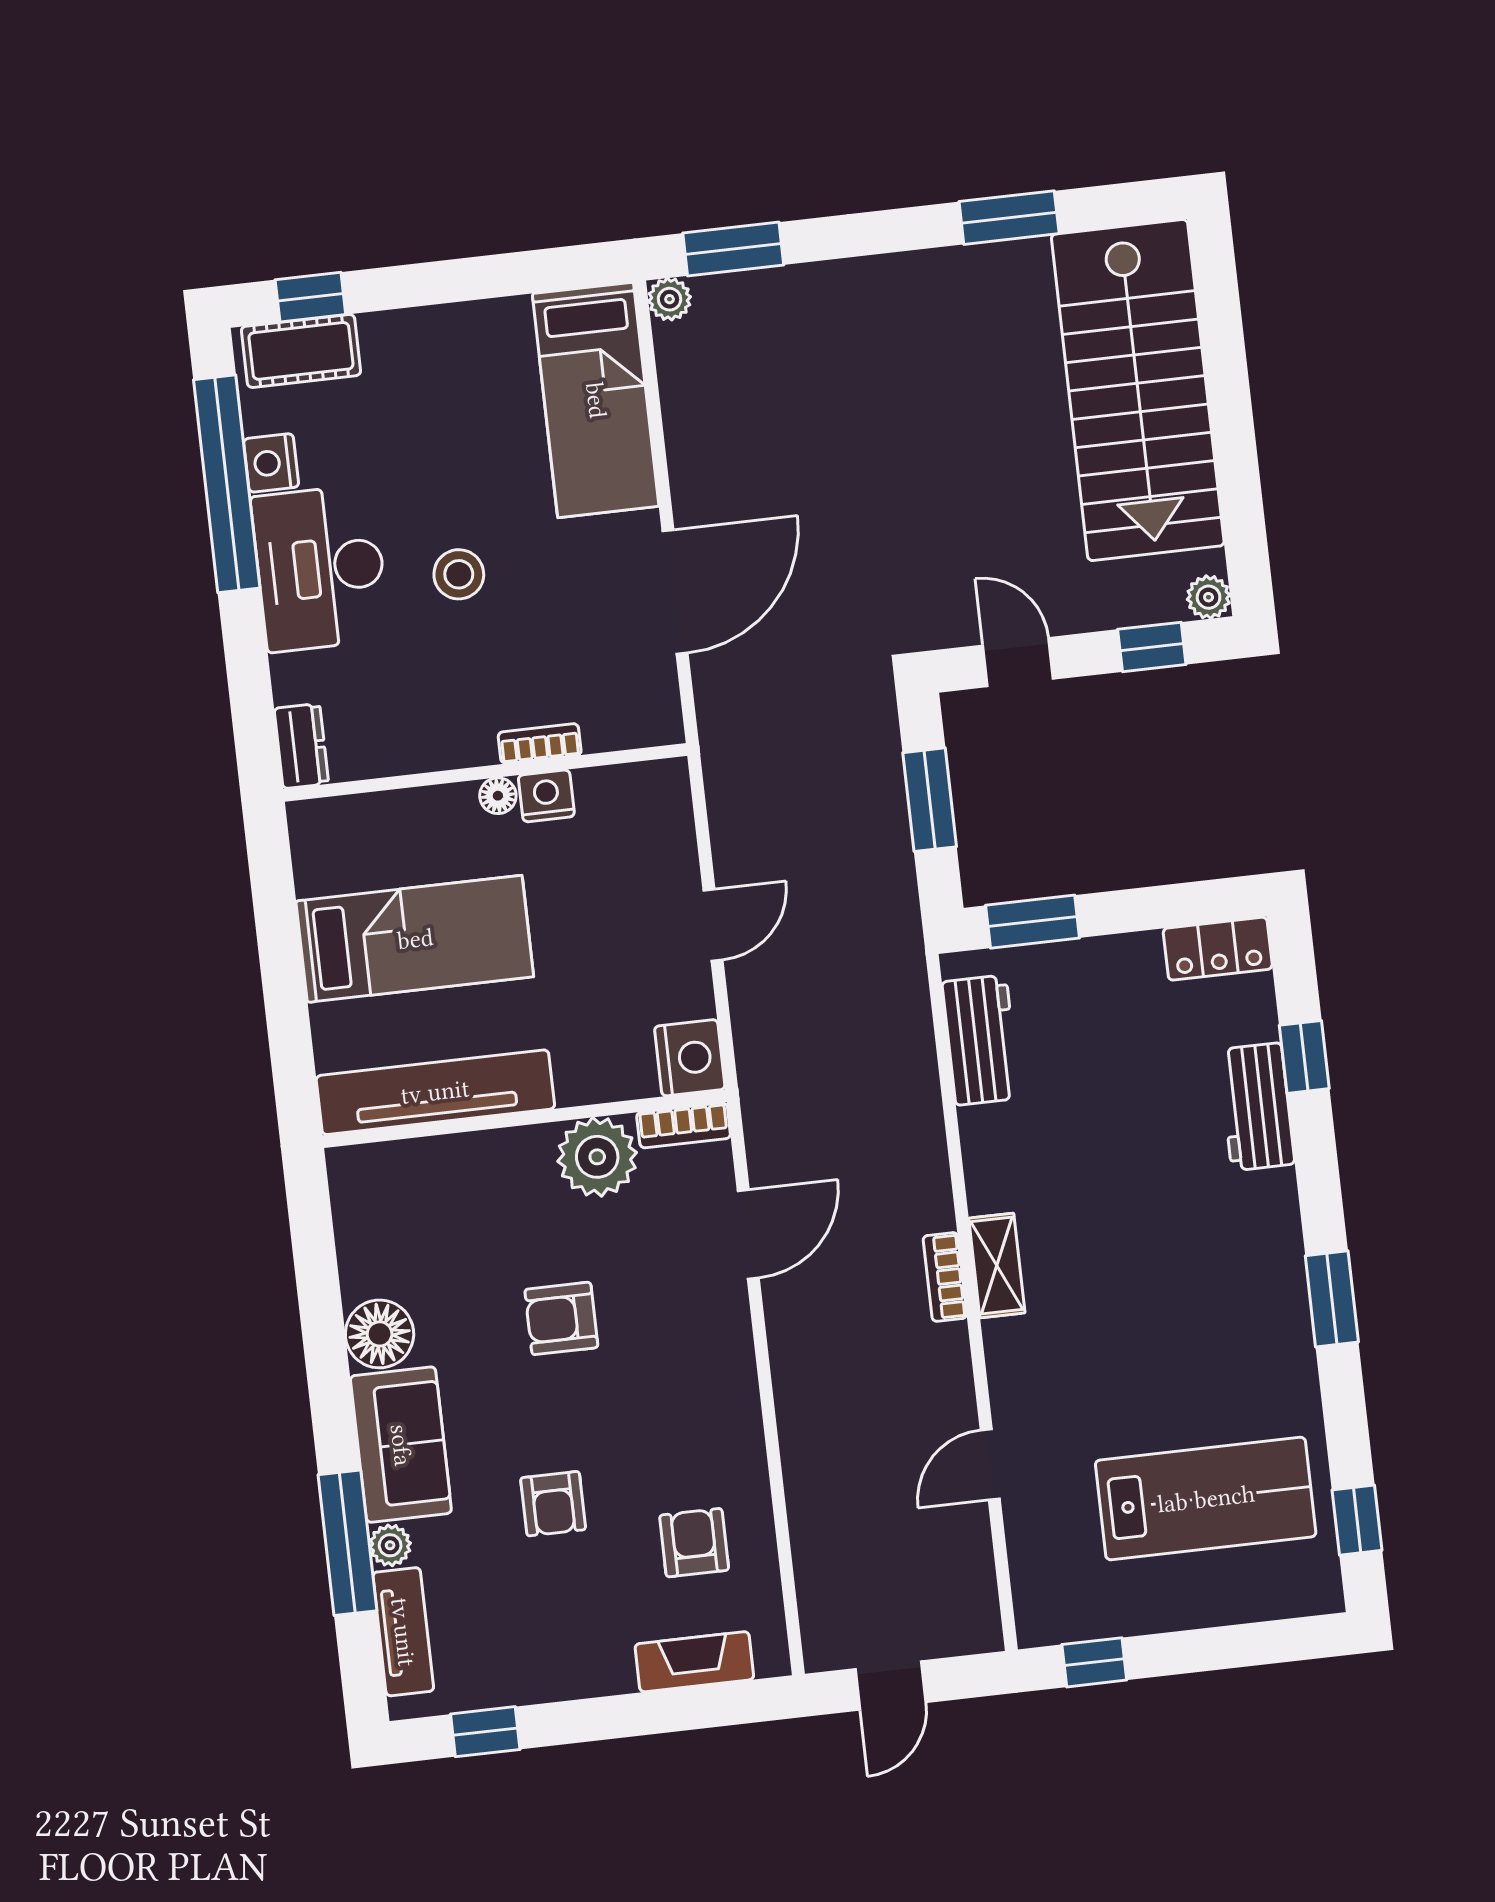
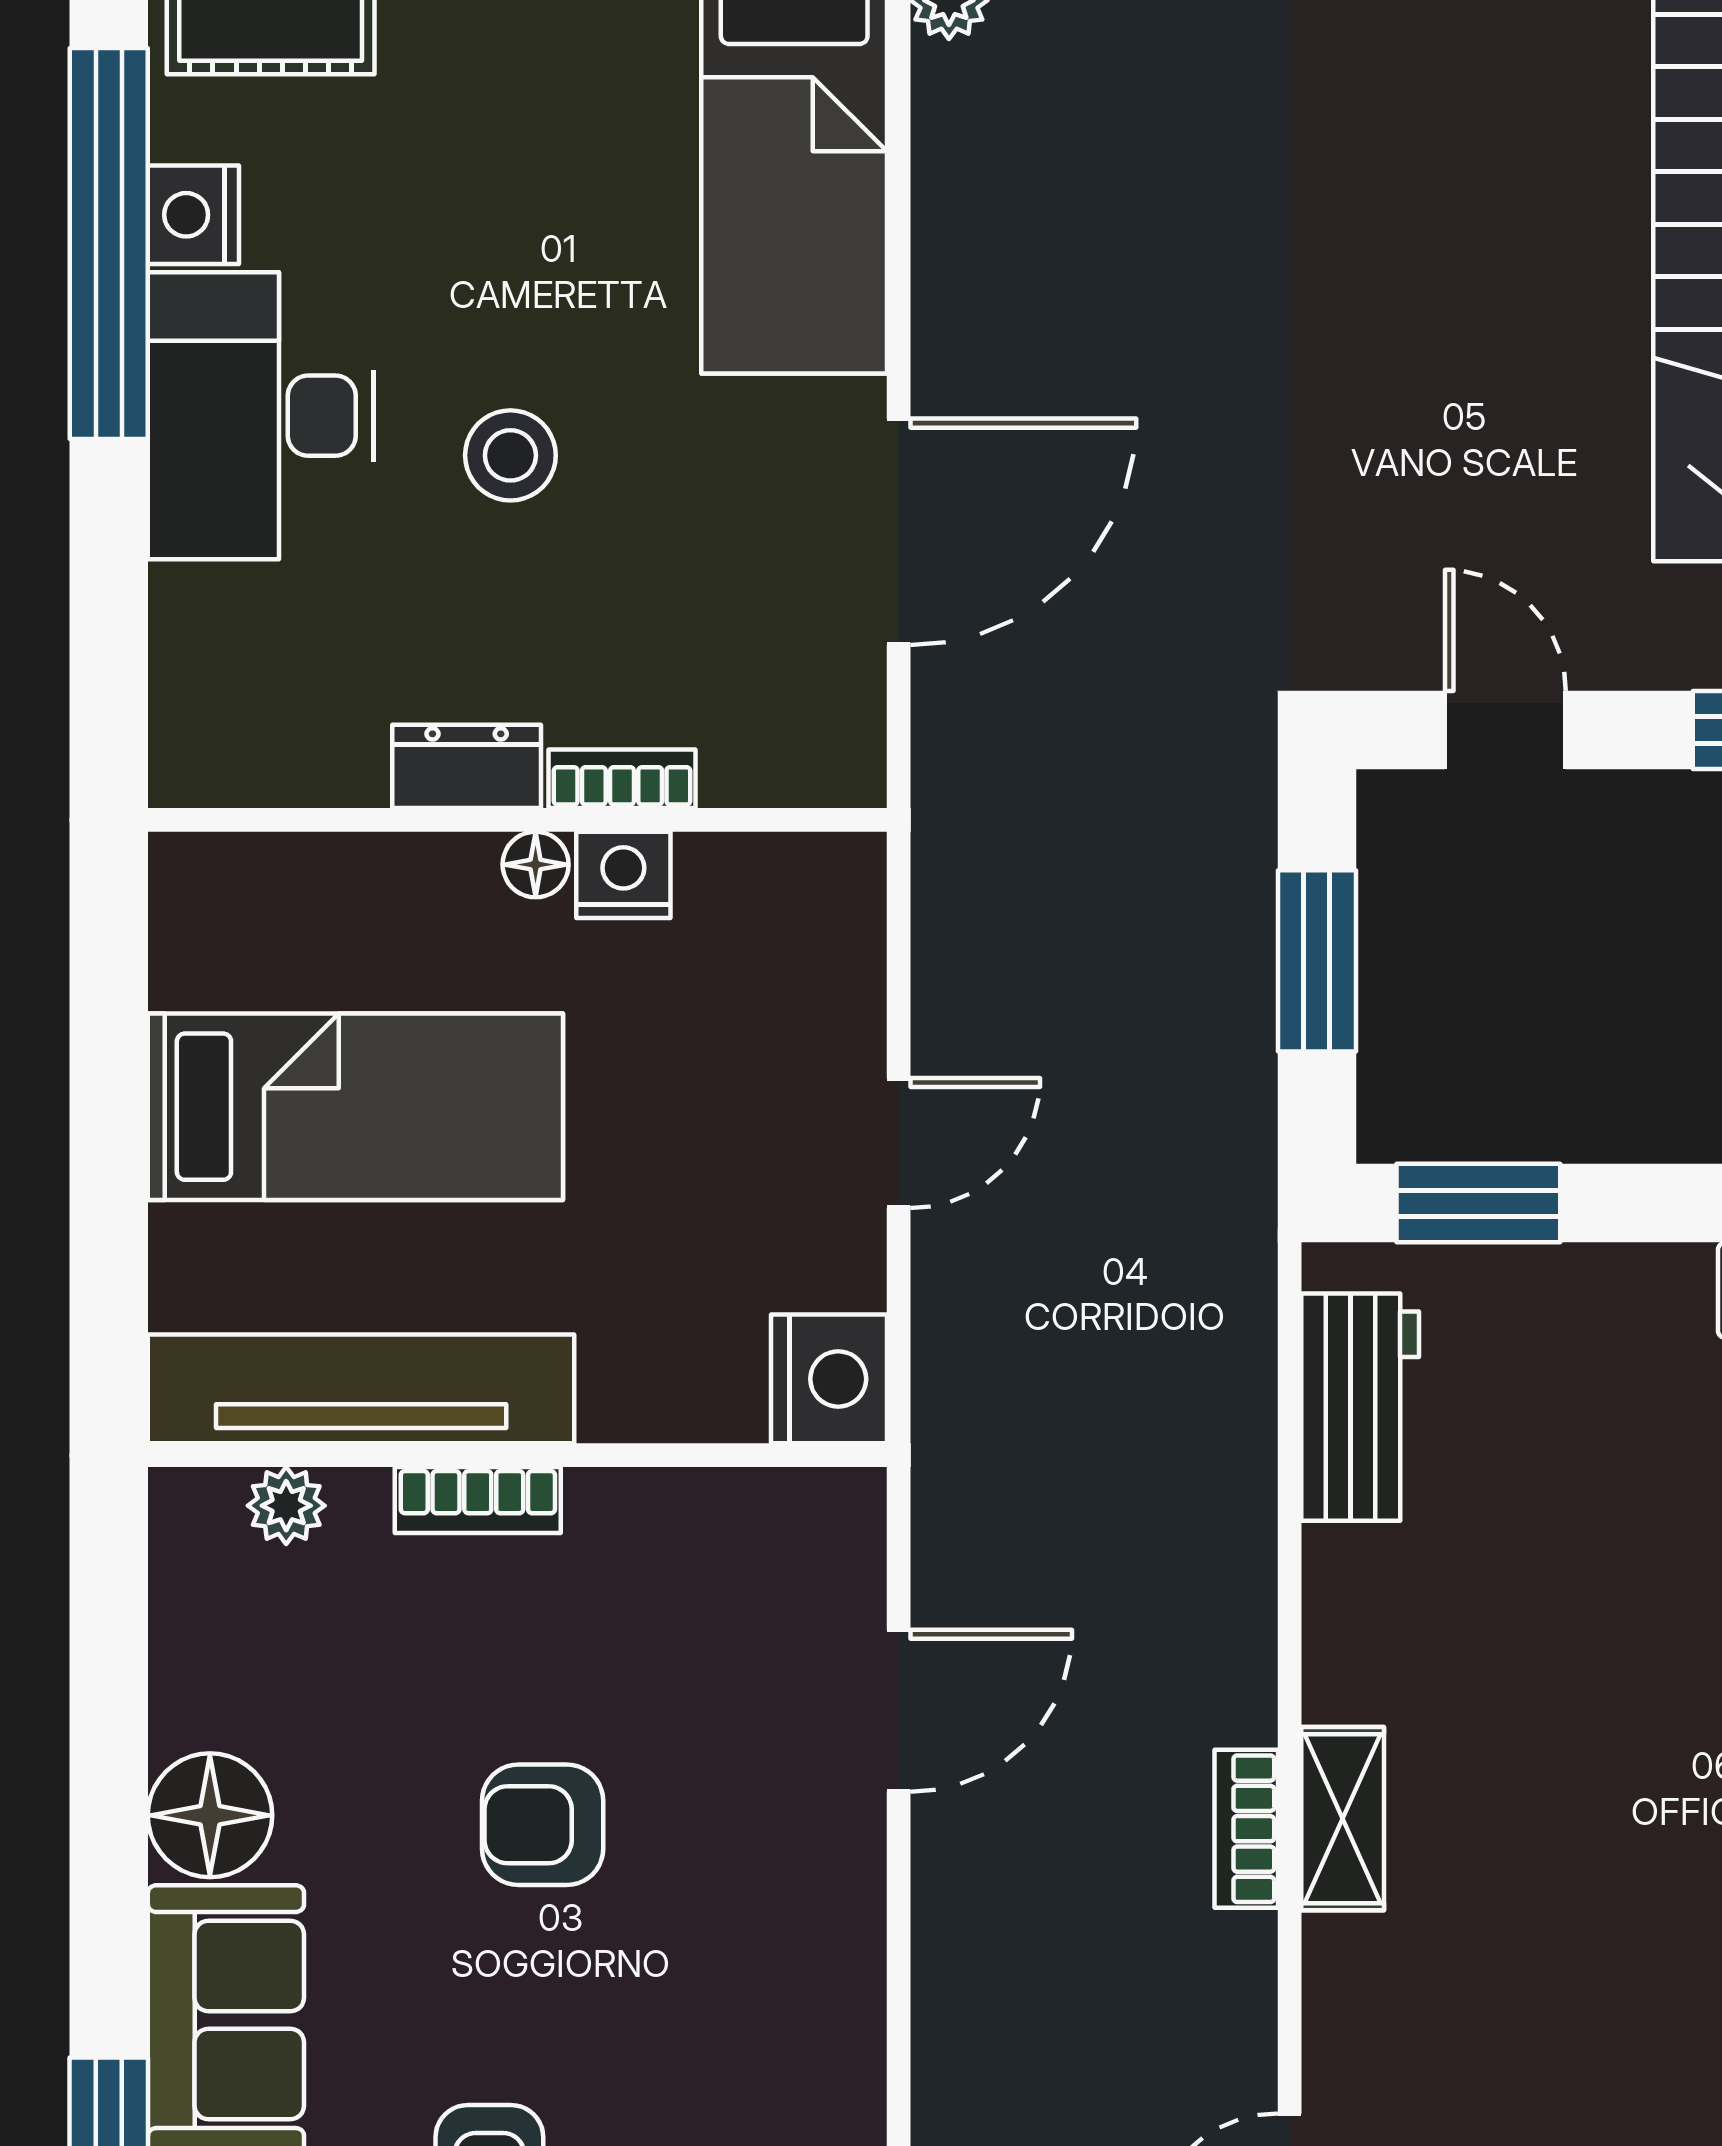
dresser: (301, 746) -> (467, 766), moved, turned -90
bookcase: (684, 1125) -> (478, 1500), moved
plant: (597, 1157) -> (286, 1506), moved, width x0.53, depth x0.53

